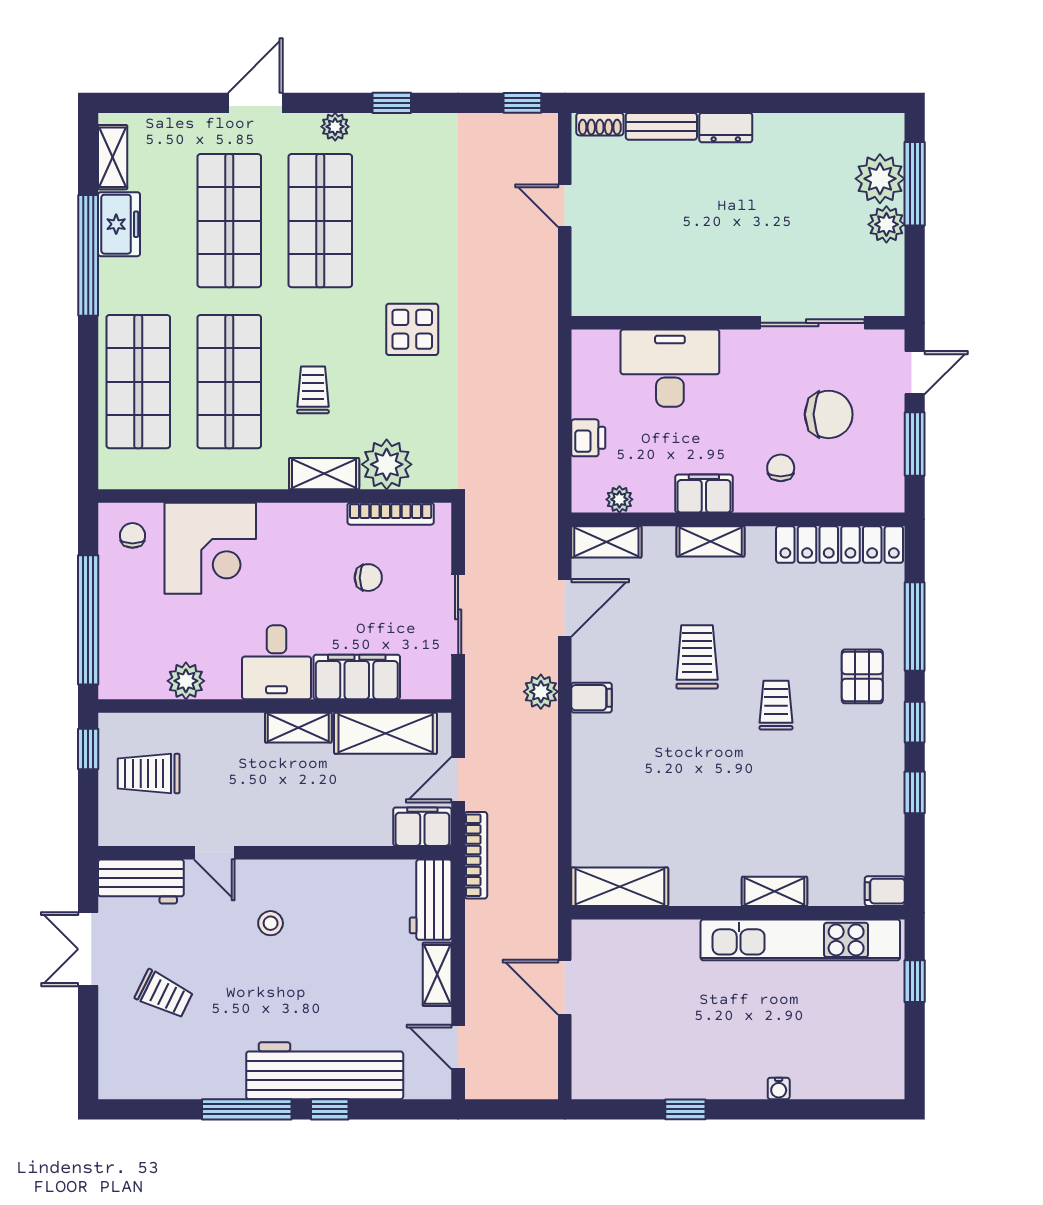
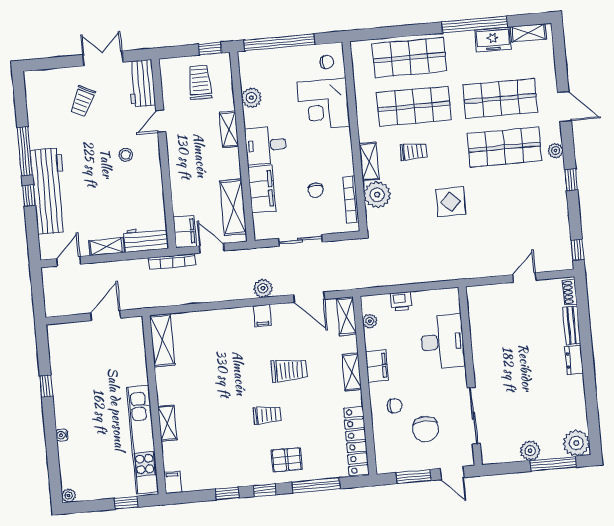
plant: (880, 179) -> (576, 443), moved
shelving: (298, 728) -> (229, 129), moved
plant: (892, 1086) -> (69, 496), added

